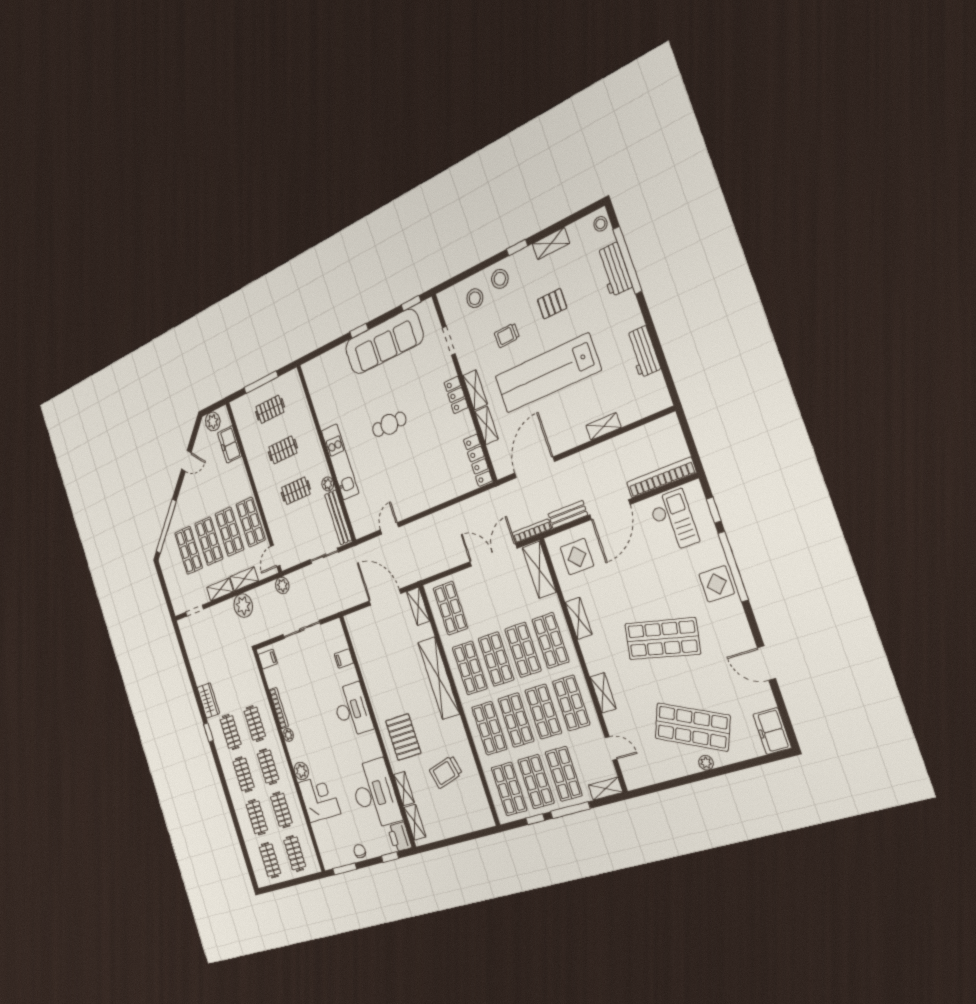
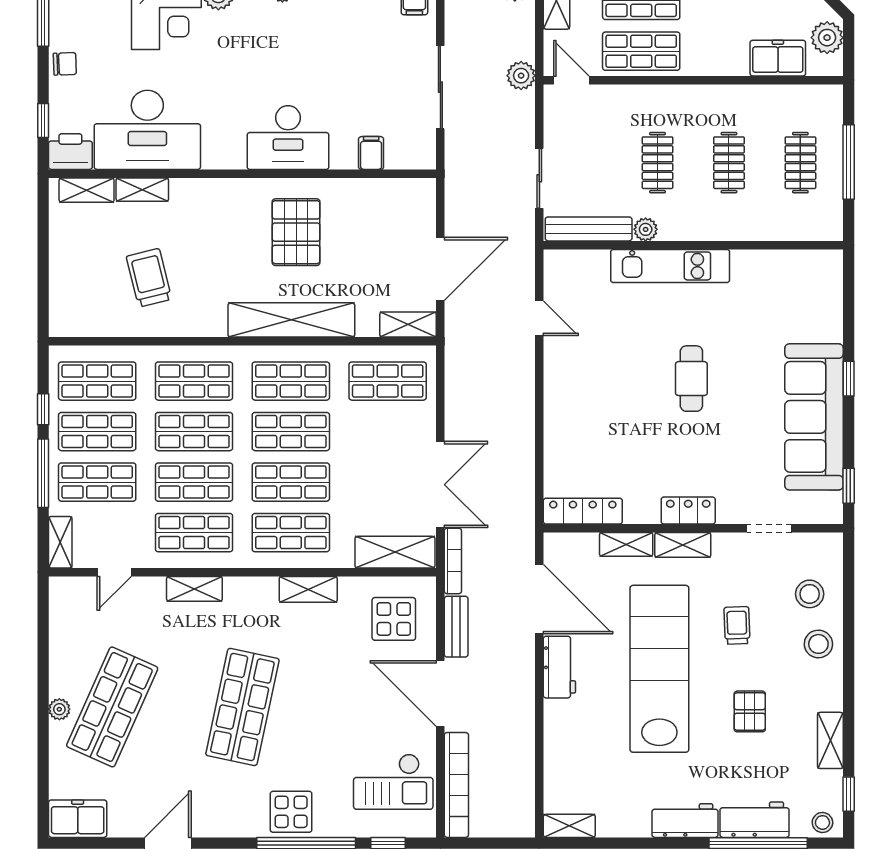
window: (517, 248) -> (849, 794), moved
workbench: (643, 352) -> (685, 821), moved
shelving: (603, 426) -> (569, 826), moved, turned 90
workbench: (568, 438) -> (559, 667), added
pallet: (403, 737) -> (296, 232), moved, turned 90

